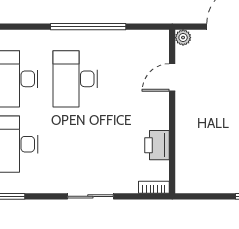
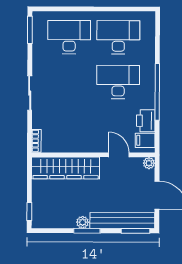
filing cabinet: (153, 43) -> (145, 140), added
printer: (157, 145) -> (146, 121), moved, turned -90
wardrobe: (190, 148) -> (66, 168), added

